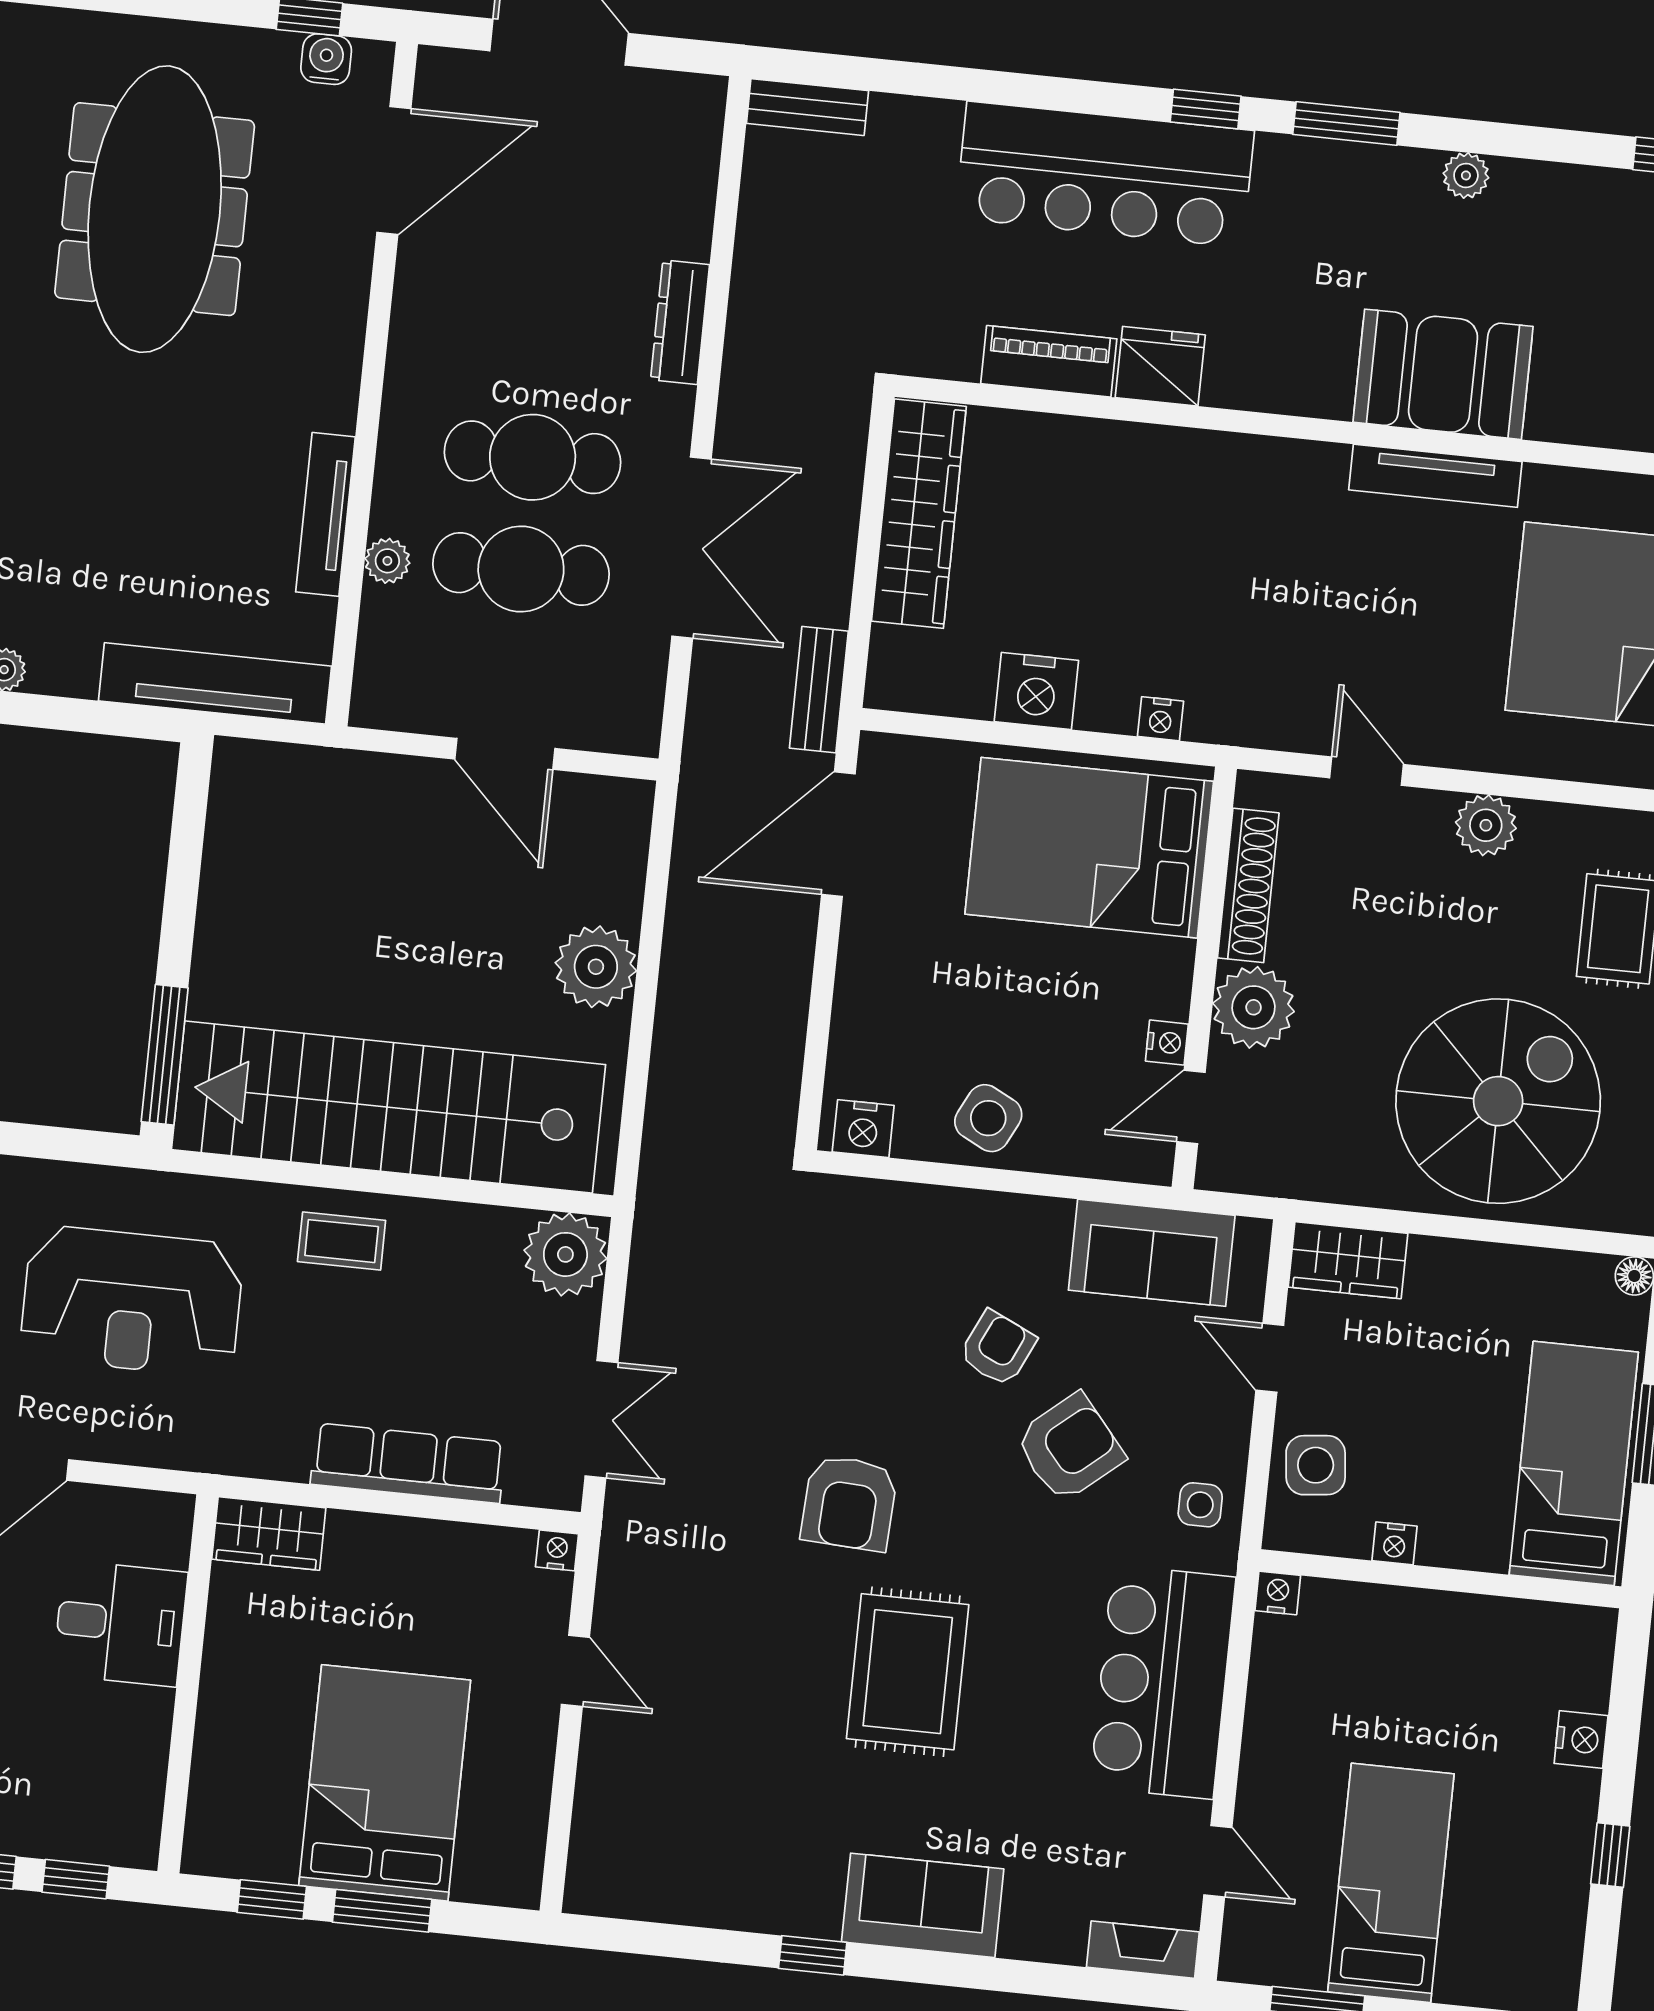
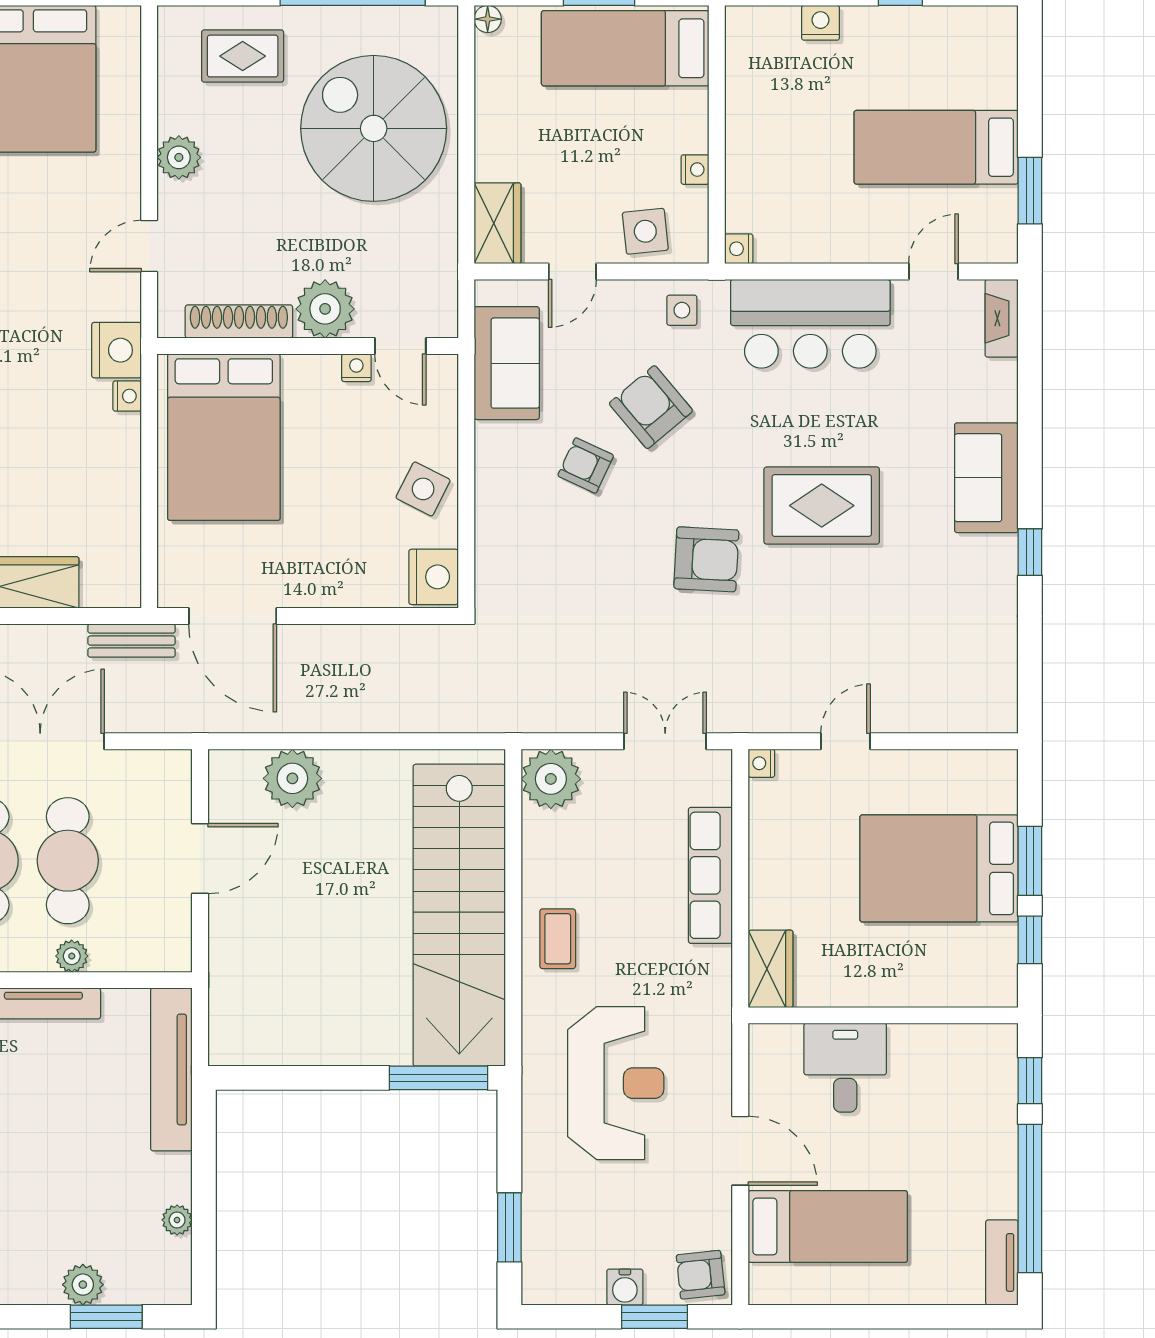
nightstand: (1036, 691) -> (117, 350), moved
plant: (596, 967) -> (292, 778), moved
nightstand: (863, 1129) -> (434, 577), width x1.36, depth x1.33

